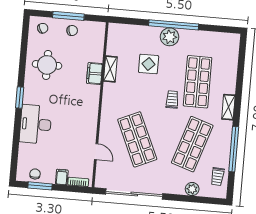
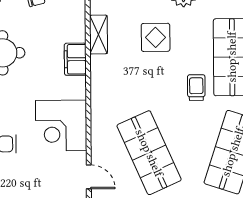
shelving: (110, 69) -> (99, 34), moved
corner desk: (81, 116) -> (61, 126), added

